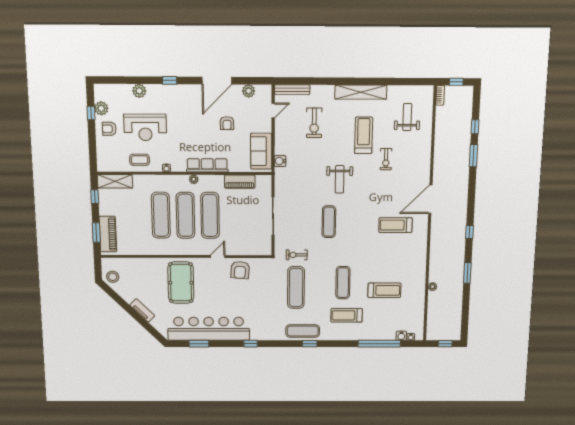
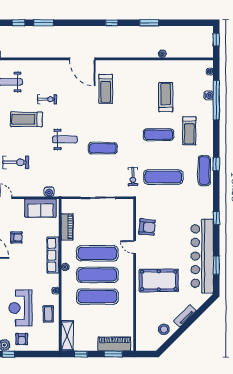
reception desk: (145, 127) -> (20, 308), turned 180
stool: (113, 277) -> (164, 329), moved
water cooler: (401, 336) -> (209, 95), moved

